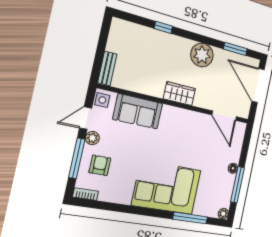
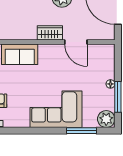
door: (224, 116) -> (76, 42), moved
plant: (223, 214) -> (106, 119), width x1.88, depth x1.88

